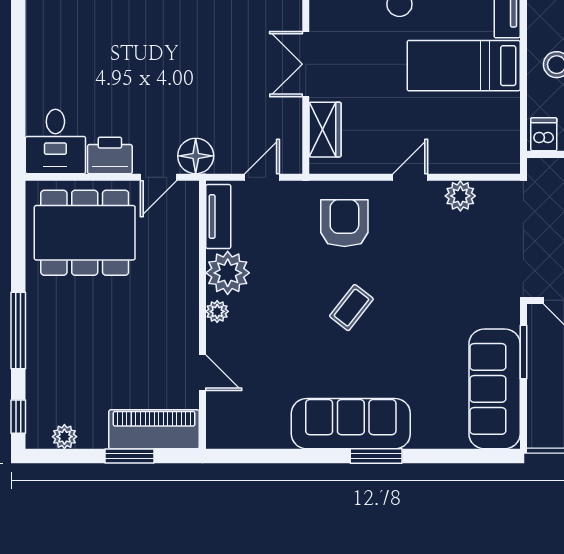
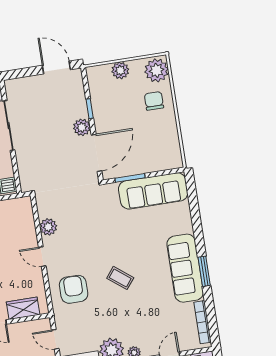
armchair: (344, 223) -> (74, 289), turned 90
bookcase: (252, 439) -> (203, 322), added
window: (376, 456) -> (204, 271), moved

